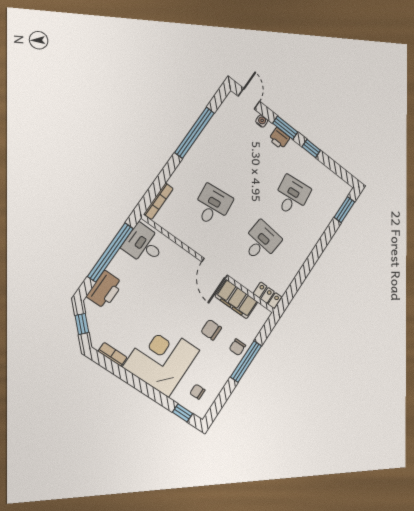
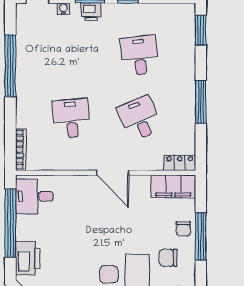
desk: (261, 242) -> (140, 118), turned -30
window: (311, 261) -> (201, 102), added
filing cabinet: (236, 299) -> (173, 186), moved
chair: (211, 330) -> (168, 258), moved

